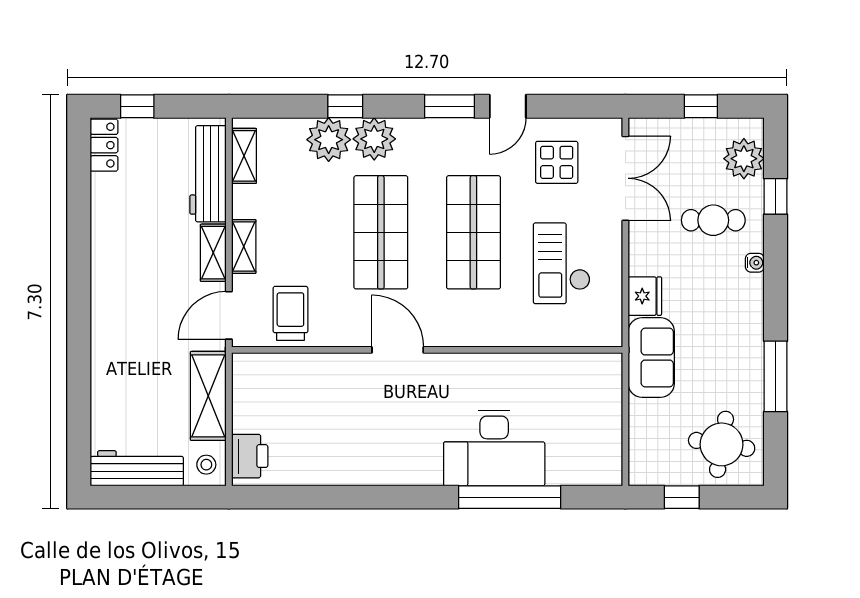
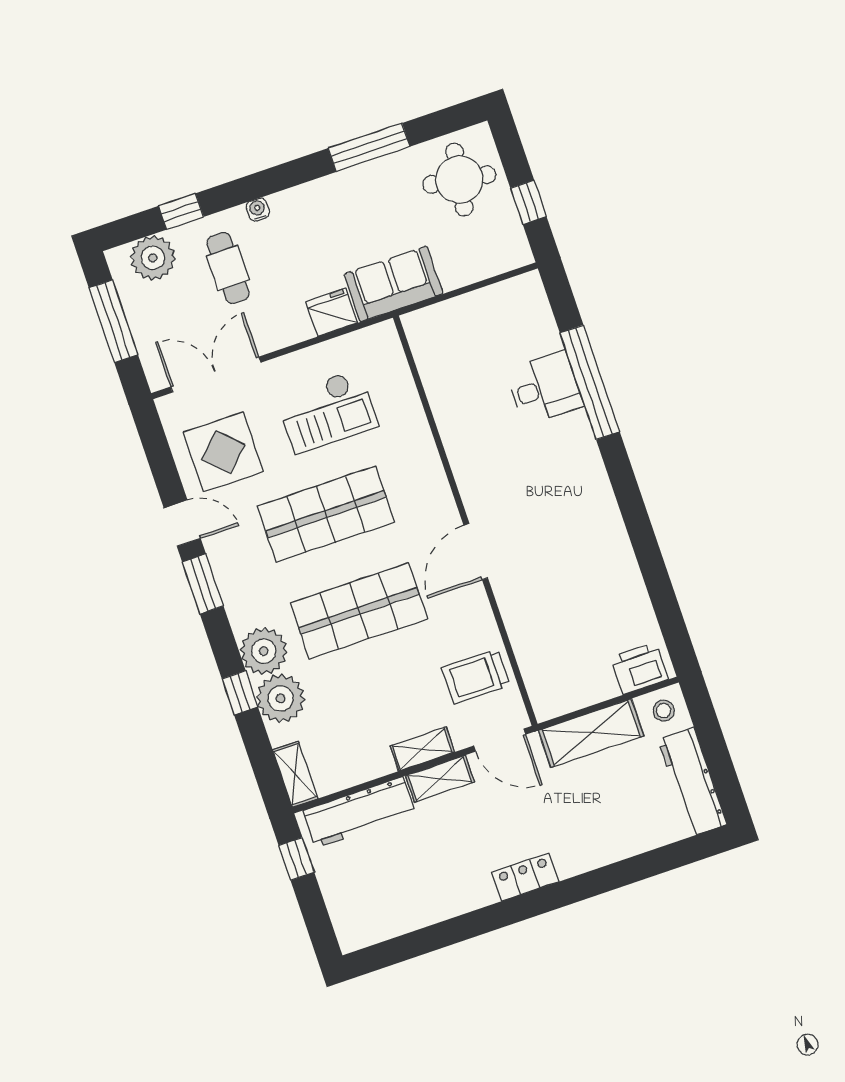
window: (137, 106) -> (296, 859), moved
window: (701, 106) -> (113, 321), width x2.17
locker: (104, 145) -> (525, 877), moved
shelving: (244, 156) -> (295, 774), moved, turned 90
display table: (557, 162) -> (223, 452), width x1.36, depth x1.36
desk: (494, 448) -> (545, 388), width x0.53, depth x0.77

